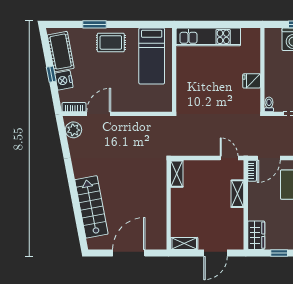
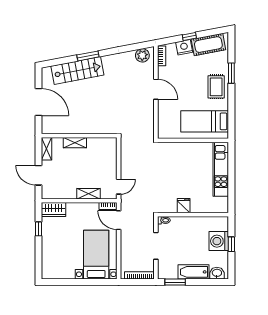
door: (99, 114) -> (156, 89), moved
shelving: (177, 174) -> (75, 143), moved
window: (74, 194) -> (88, 56), added

